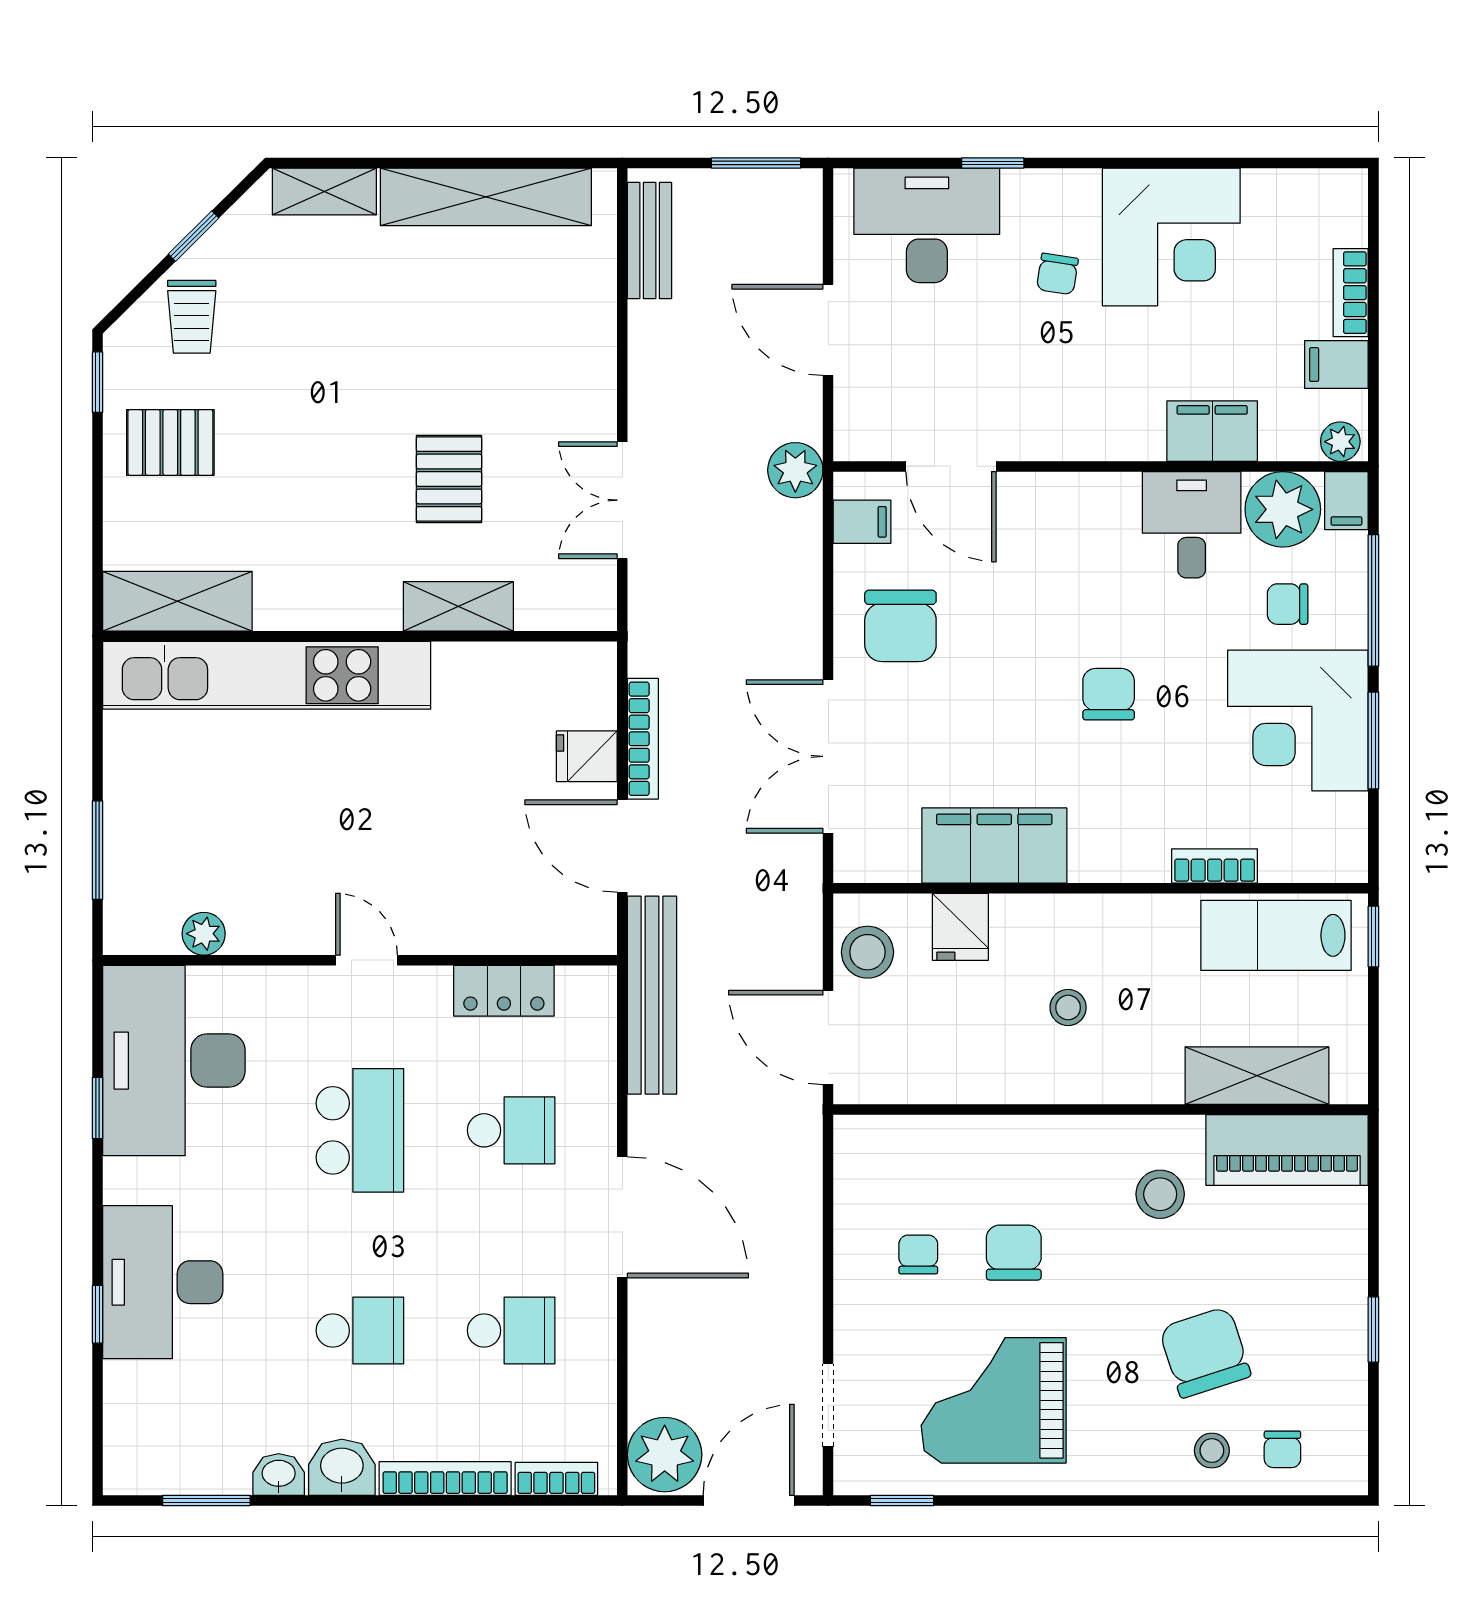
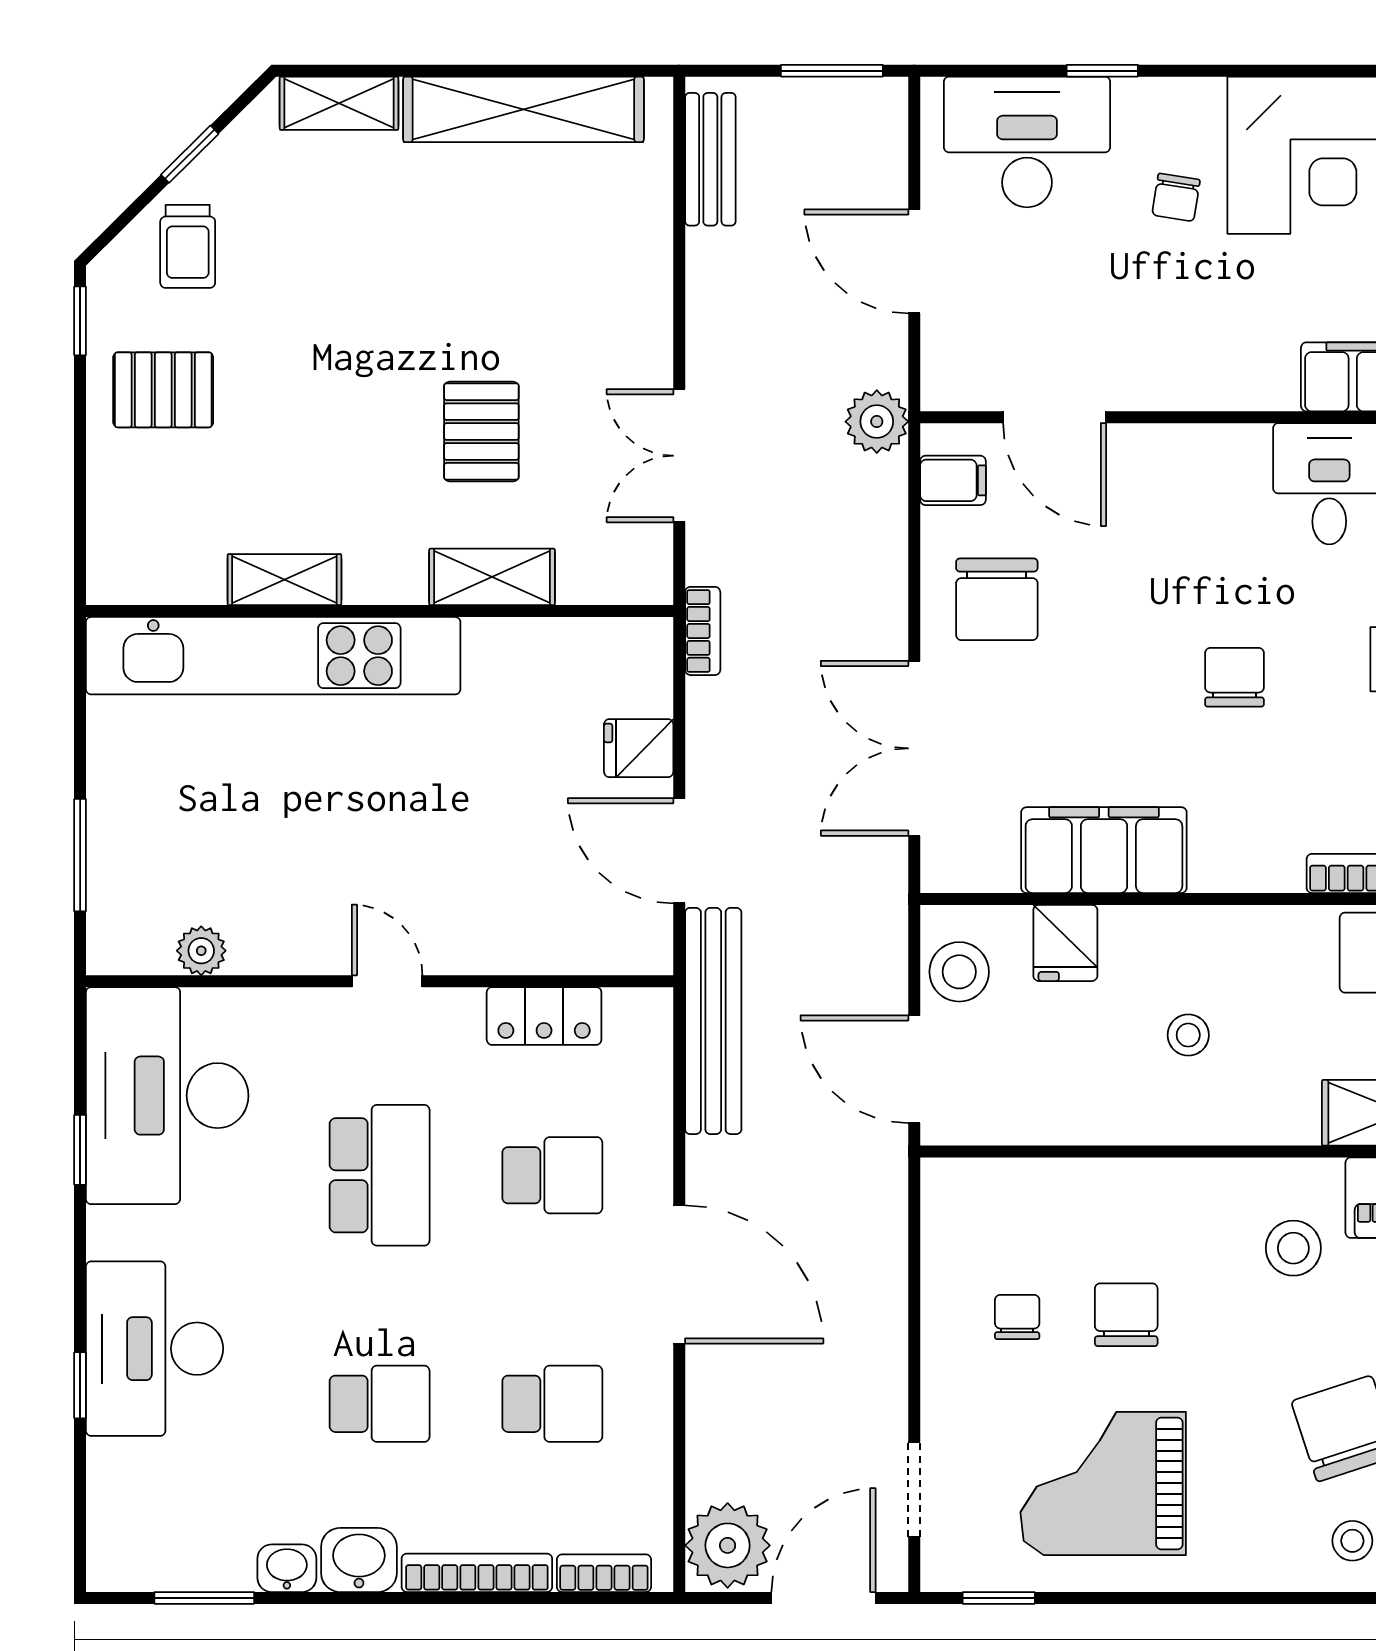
shelving: (177, 601) -> (284, 580), moved, width x0.67, depth x0.75
bookcase: (643, 739) -> (703, 631), moved, width x0.64

